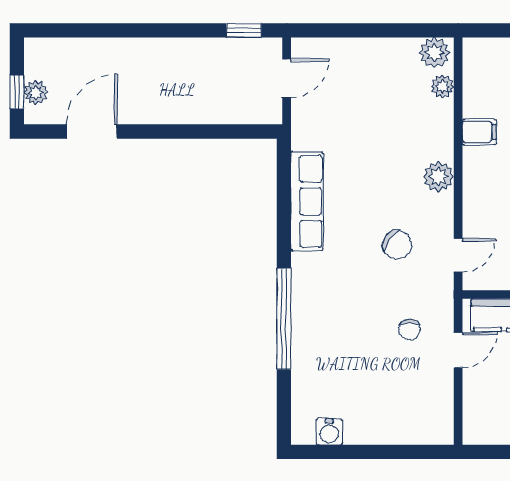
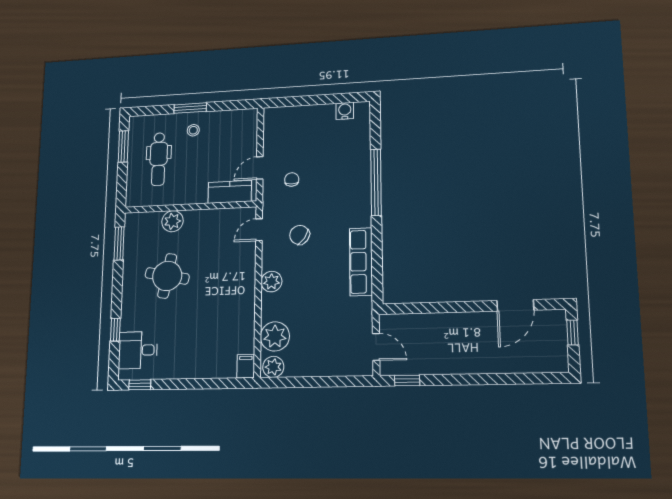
door: (287, 78) -> (376, 347), swing flipped
plant: (443, 86) -> (275, 336), width x1.88, depth x1.88
plant: (36, 93) -> (558, 332), removed
filing cabinet: (479, 132) -> (246, 366), moved, turned 90

